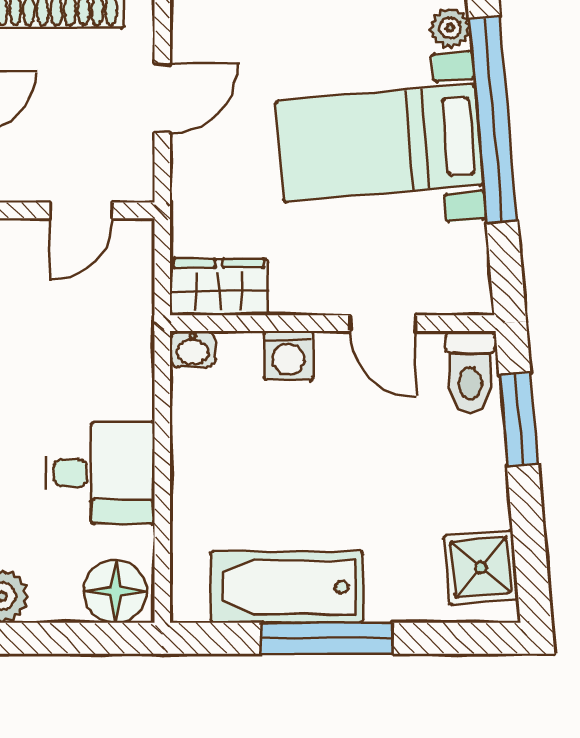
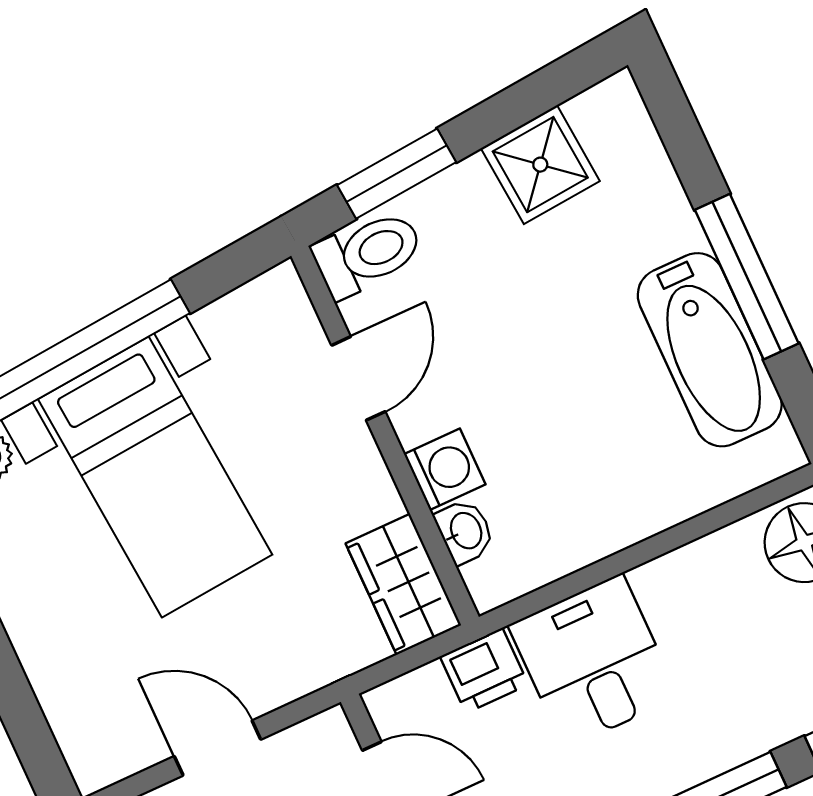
printer: (130, 317) -> (484, 671), added
washbasin: (193, 349) -> (465, 531), moved
desk: (100, 473) -> (593, 661), moved
shower: (481, 567) -> (540, 165), moved

